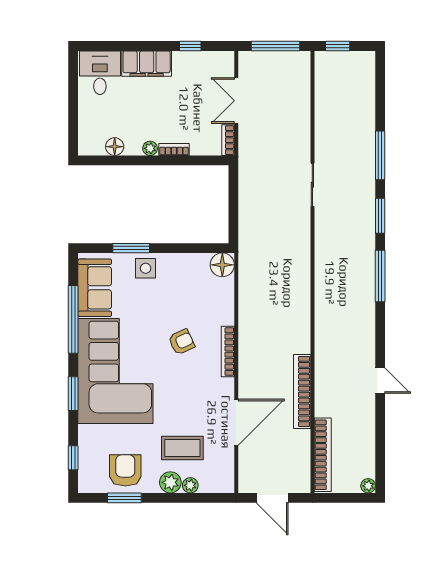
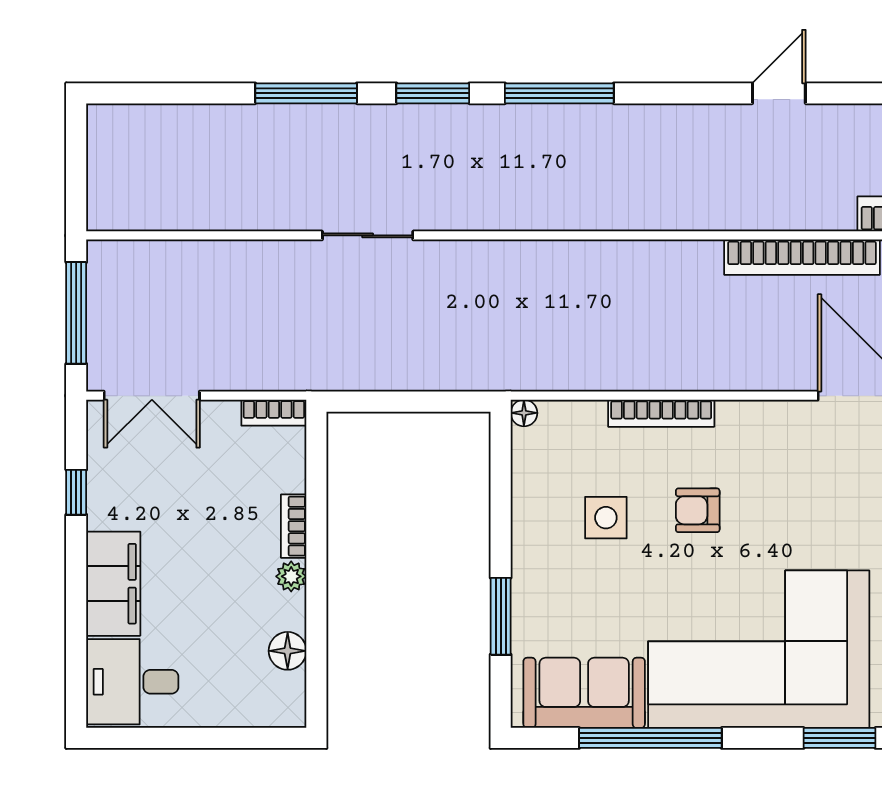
window: (338, 46) -> (76, 183), removed
double door: (236, 101) -> (152, 396), moved
floor lamp: (222, 265) -> (524, 413), width x0.53, depth x0.53
side table: (146, 268) -> (606, 518), moved
armchair: (182, 342) -> (698, 510), turned -65
bookcase: (228, 352) -> (661, 413), moved
window: (73, 394) -> (840, 738), moved

